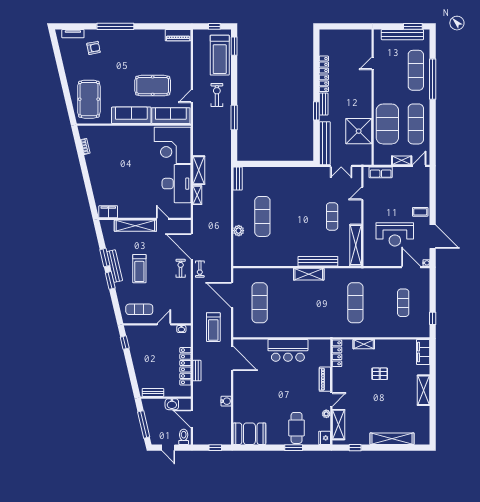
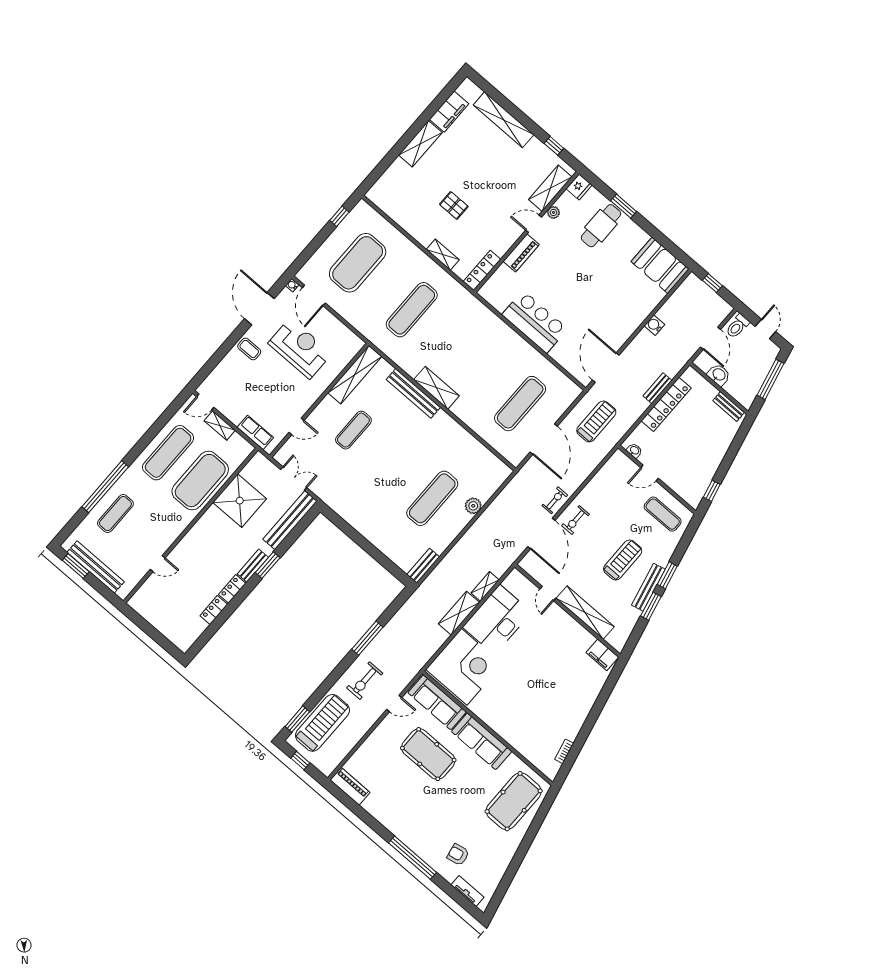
exercise mat: (416, 70) -> (115, 513), width x0.73, depth x0.69
exercise mat: (403, 303) -> (358, 263), width x2.00, depth x1.45
filing cabinet: (423, 352) -> (449, 112), moved

